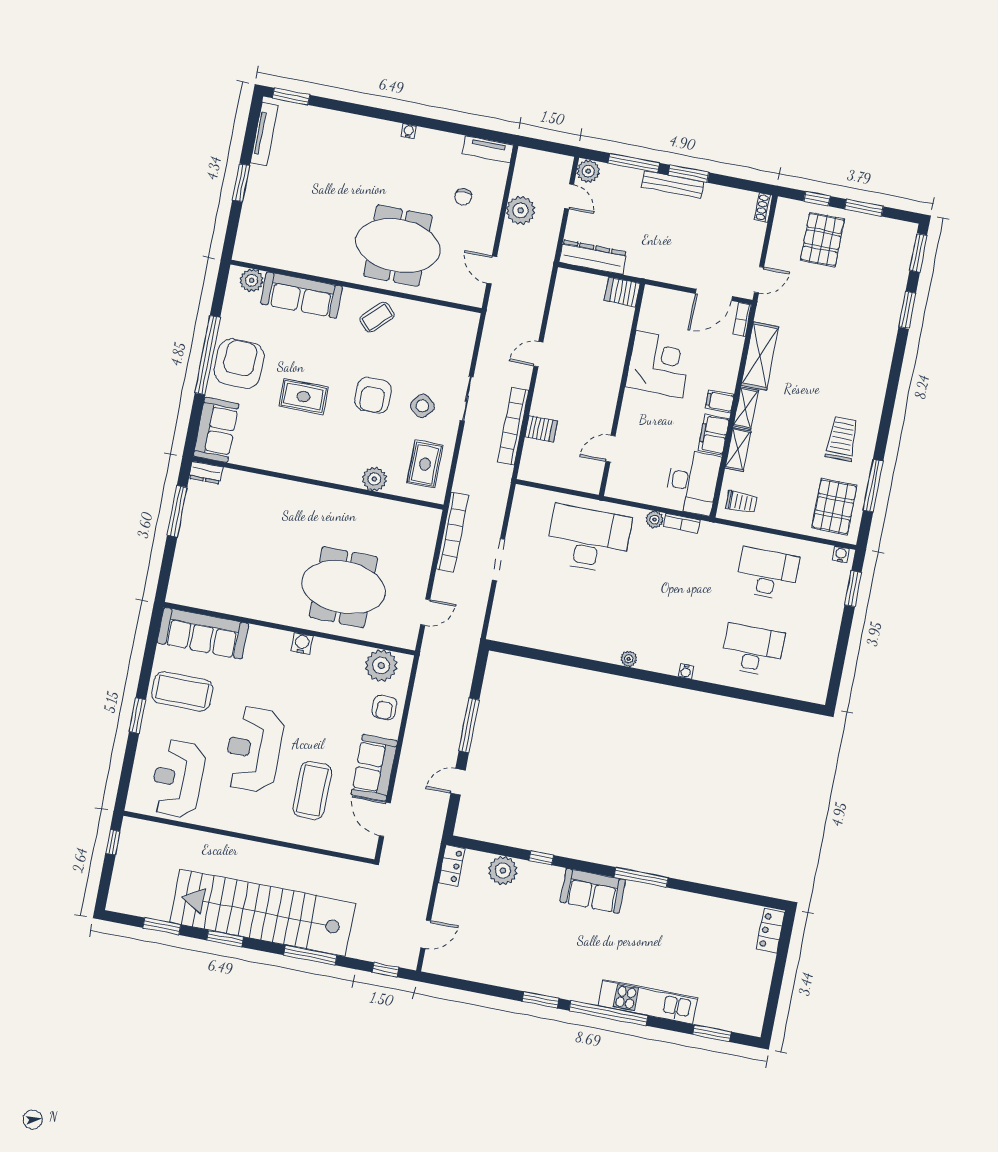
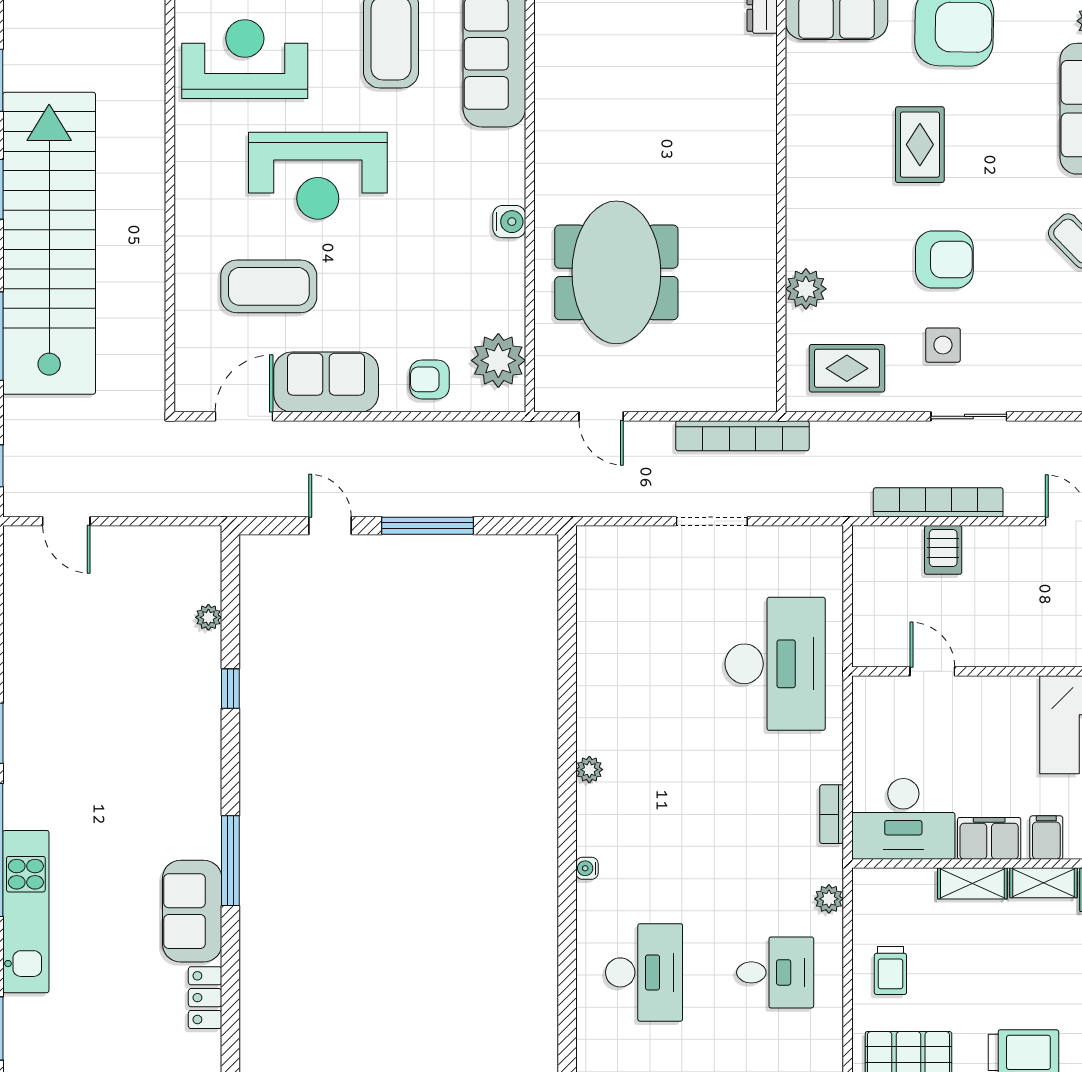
armchair: (373, 395) -> (944, 259), turned 180
side table: (422, 406) -> (943, 345), turned -38
trolley: (742, 502) -> (890, 971), moved
plant: (655, 520) -> (829, 899), moved
desk: (767, 574) -> (775, 972), width x0.73
reception desk: (254, 749) -> (318, 176), turned 180
locker: (452, 865) -> (205, 998), moved, turned 90
plant: (503, 871) -> (208, 617), width x0.53, depth x0.53
sofa: (593, 891) -> (192, 911), moved

